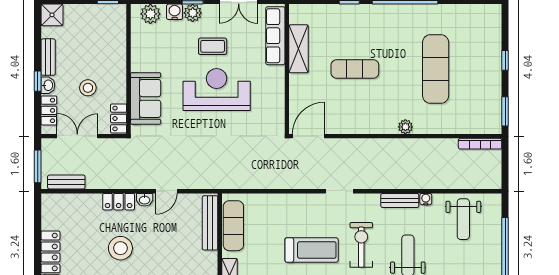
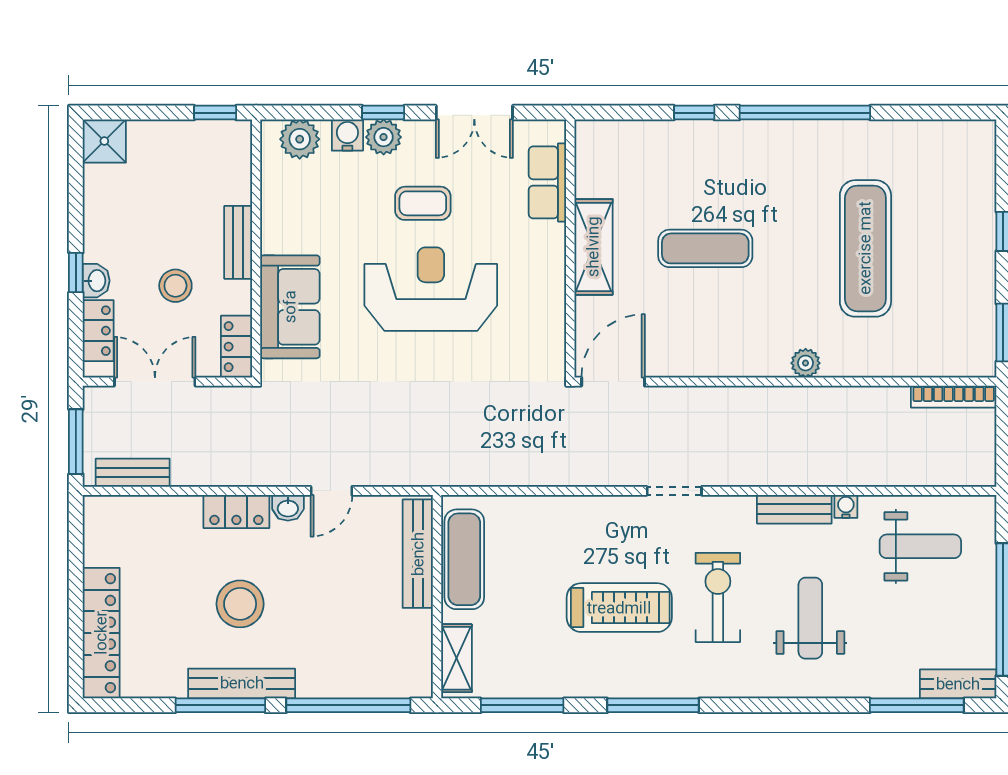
row of seats: (275, 36) -> (547, 182), width x0.68
shelving: (299, 49) -> (593, 247), moved
bench: (48, 57) -> (238, 242), moved
weight bench: (463, 219) -> (920, 546), turned -90

